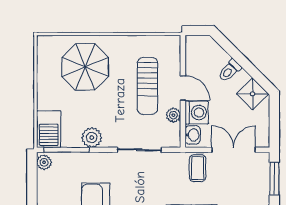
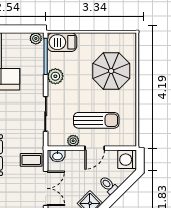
sun lounger: (148, 86) -> (96, 120), turned 180
washing machine: (197, 113) -> (127, 160), moved, turned 90

